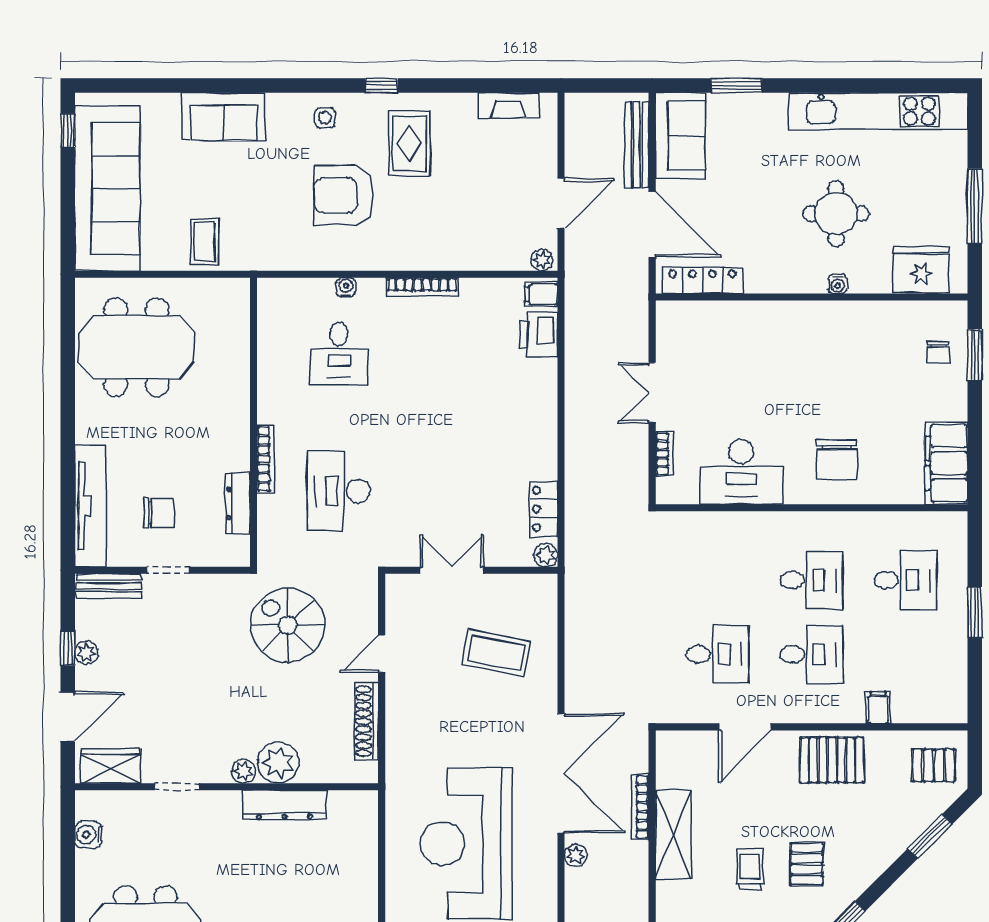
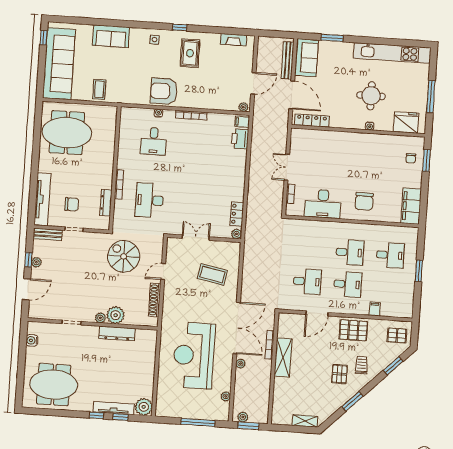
armchair: (344, 195) -> (164, 91), moved
wardrobe: (110, 766) -> (43, 312), removed
trolley: (750, 869) -> (362, 365), moved

